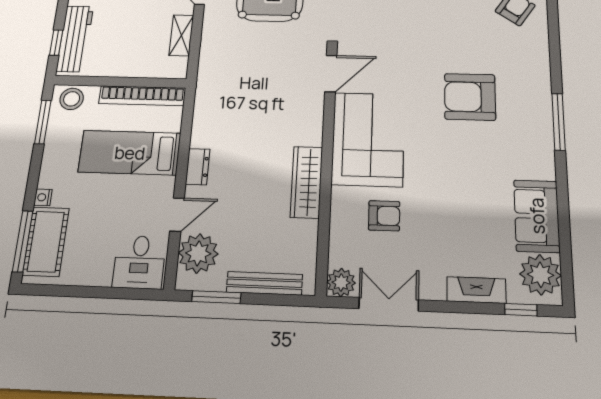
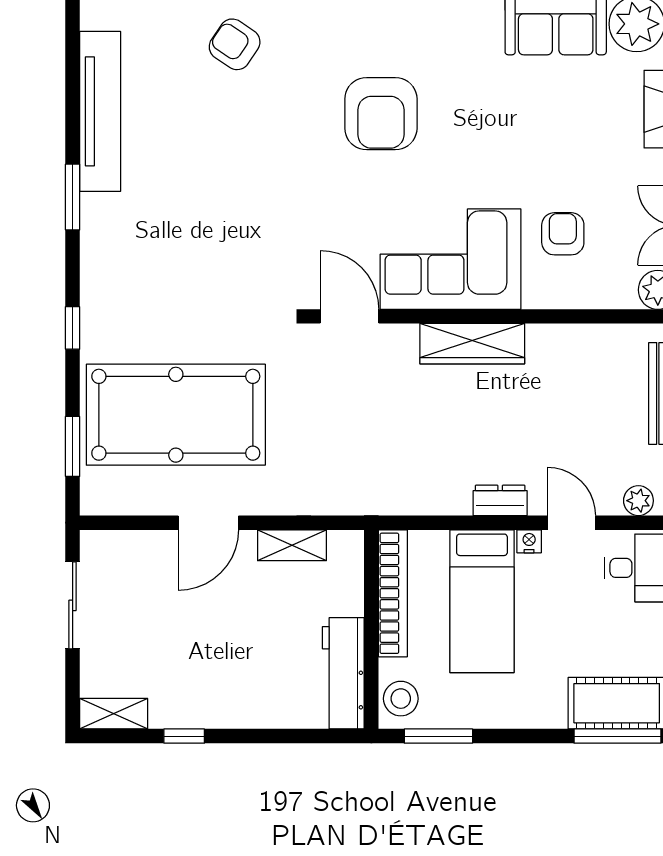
workbench: (75, 39) -> (343, 673), moved, turned -90
window: (56, 43) -> (309, 736), removed
wardrobe: (306, 182) -> (472, 344), moved
nightstand: (43, 197) -> (529, 541), moved, turned 180
plant: (198, 253) -> (638, 501), width x0.53, depth x0.53

